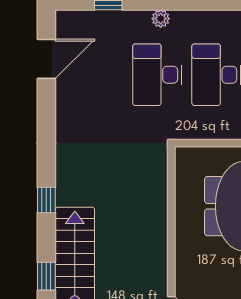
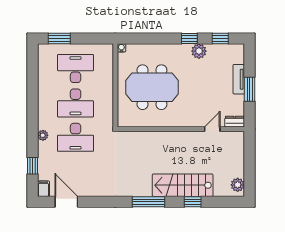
filing cabinet: (69, 20) -> (43, 189), added
window: (46, 200) -> (148, 202), width x2.17

